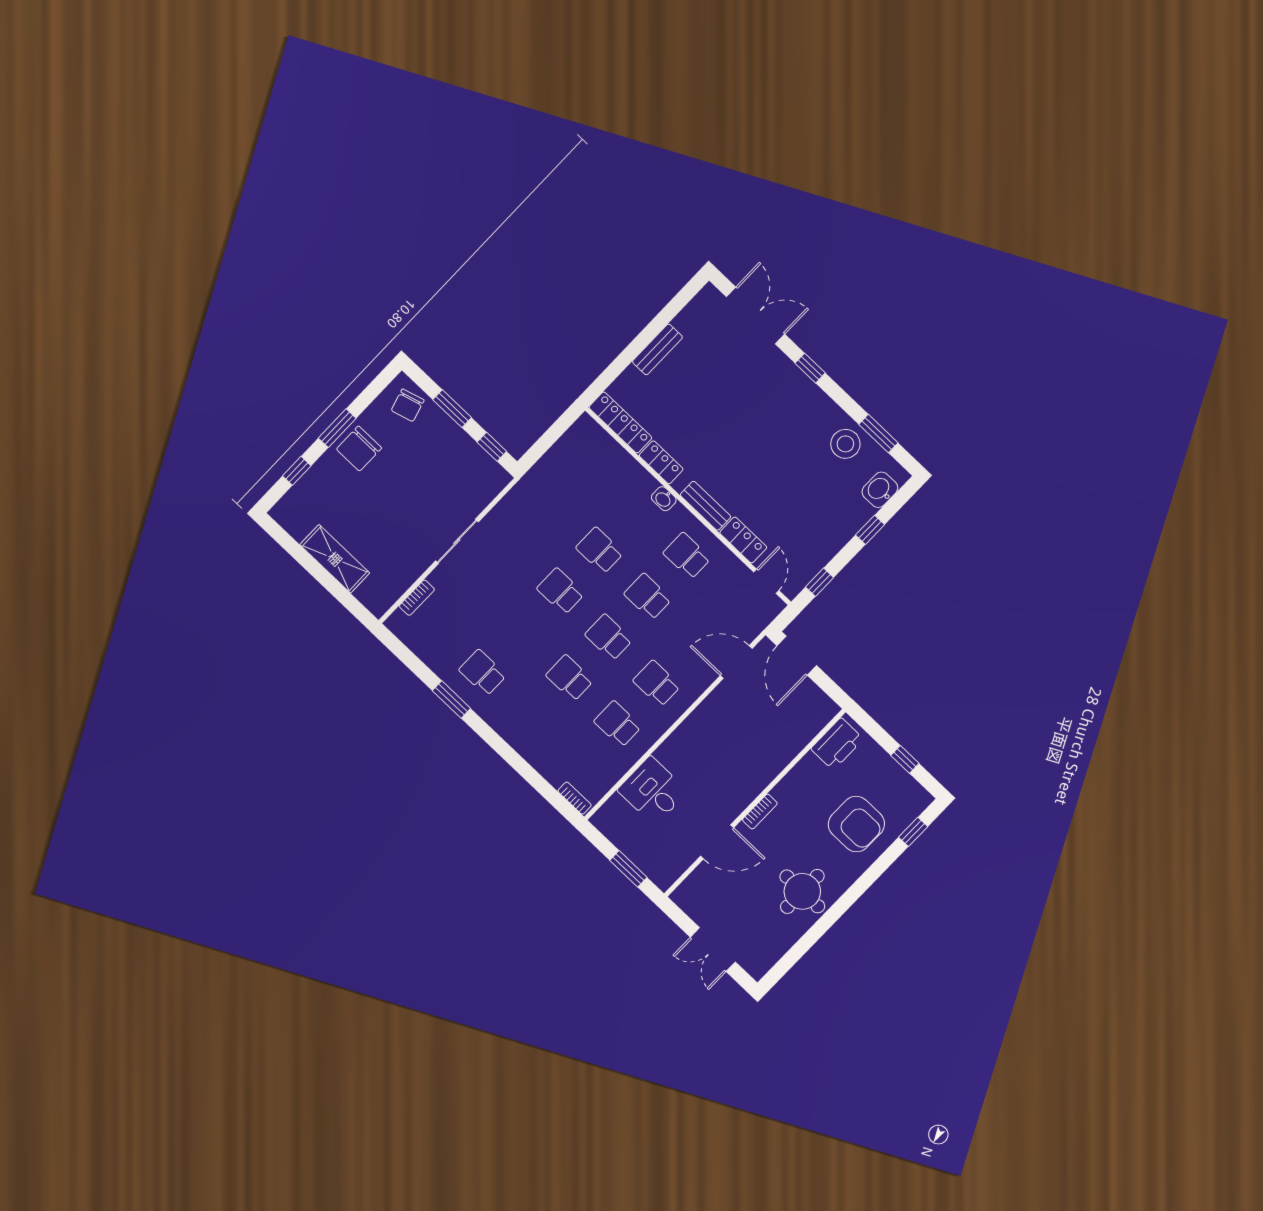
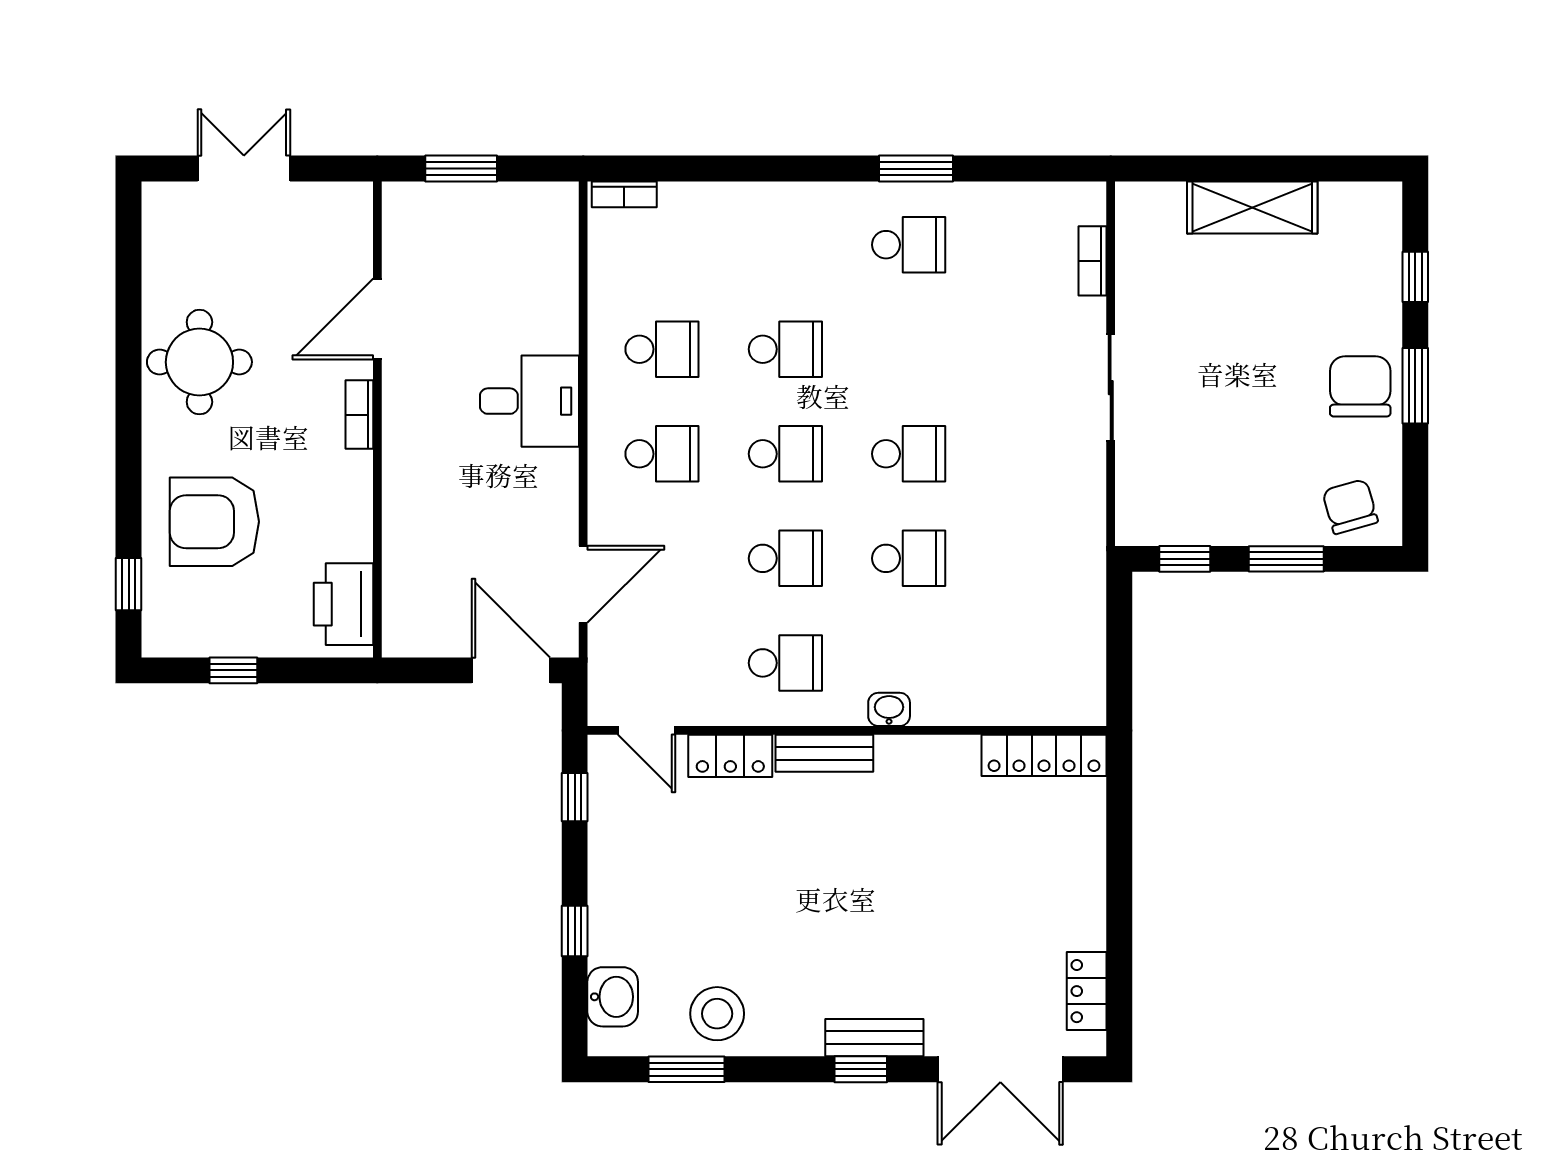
bench: (657, 349) -> (874, 1038), moved, turned 90
locker: (661, 462) -> (1087, 991), moved, turned 90
desk: (653, 791) -> (530, 401), moved

